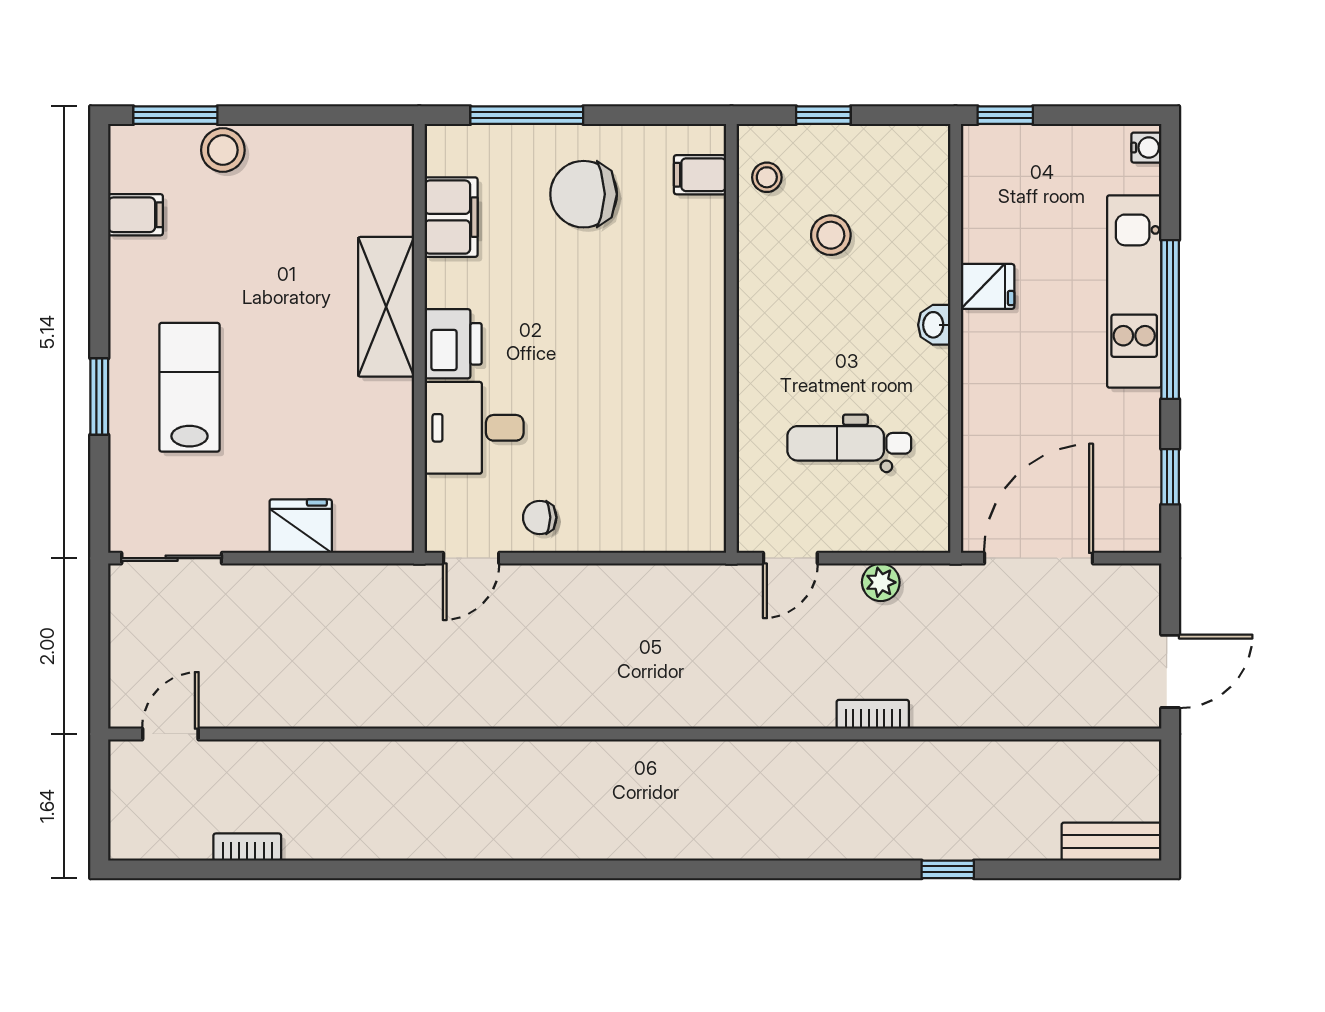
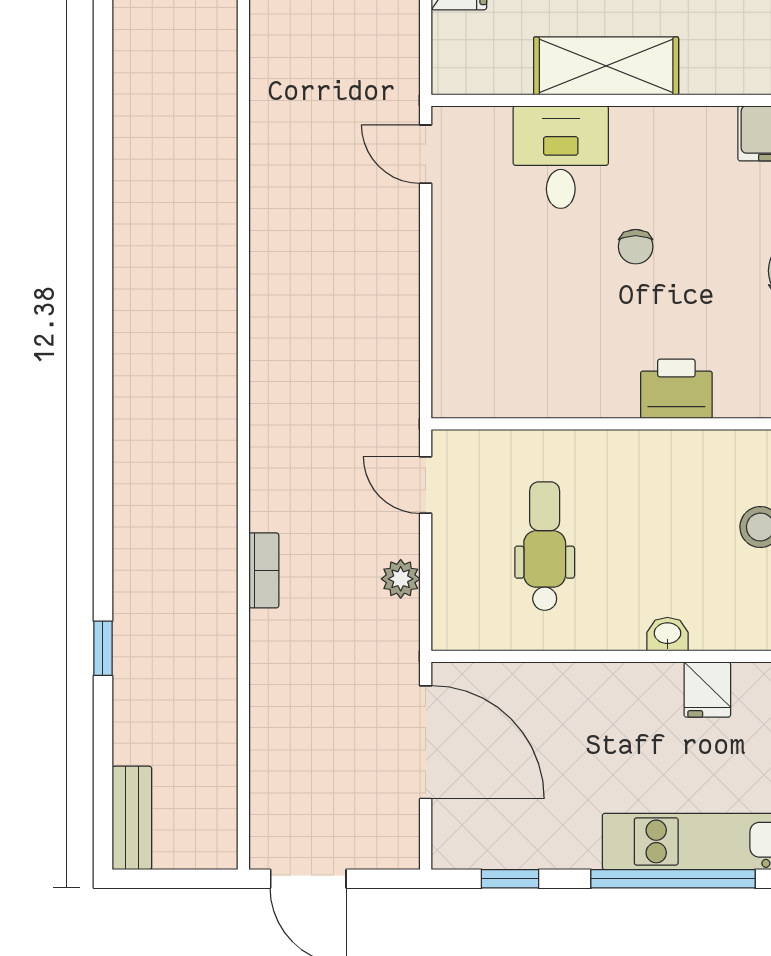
shelving: (386, 307) -> (606, 66), moved
printer: (453, 344) -> (676, 389), moved, turned 180
chair: (540, 517) -> (636, 247), moved, turned 180

